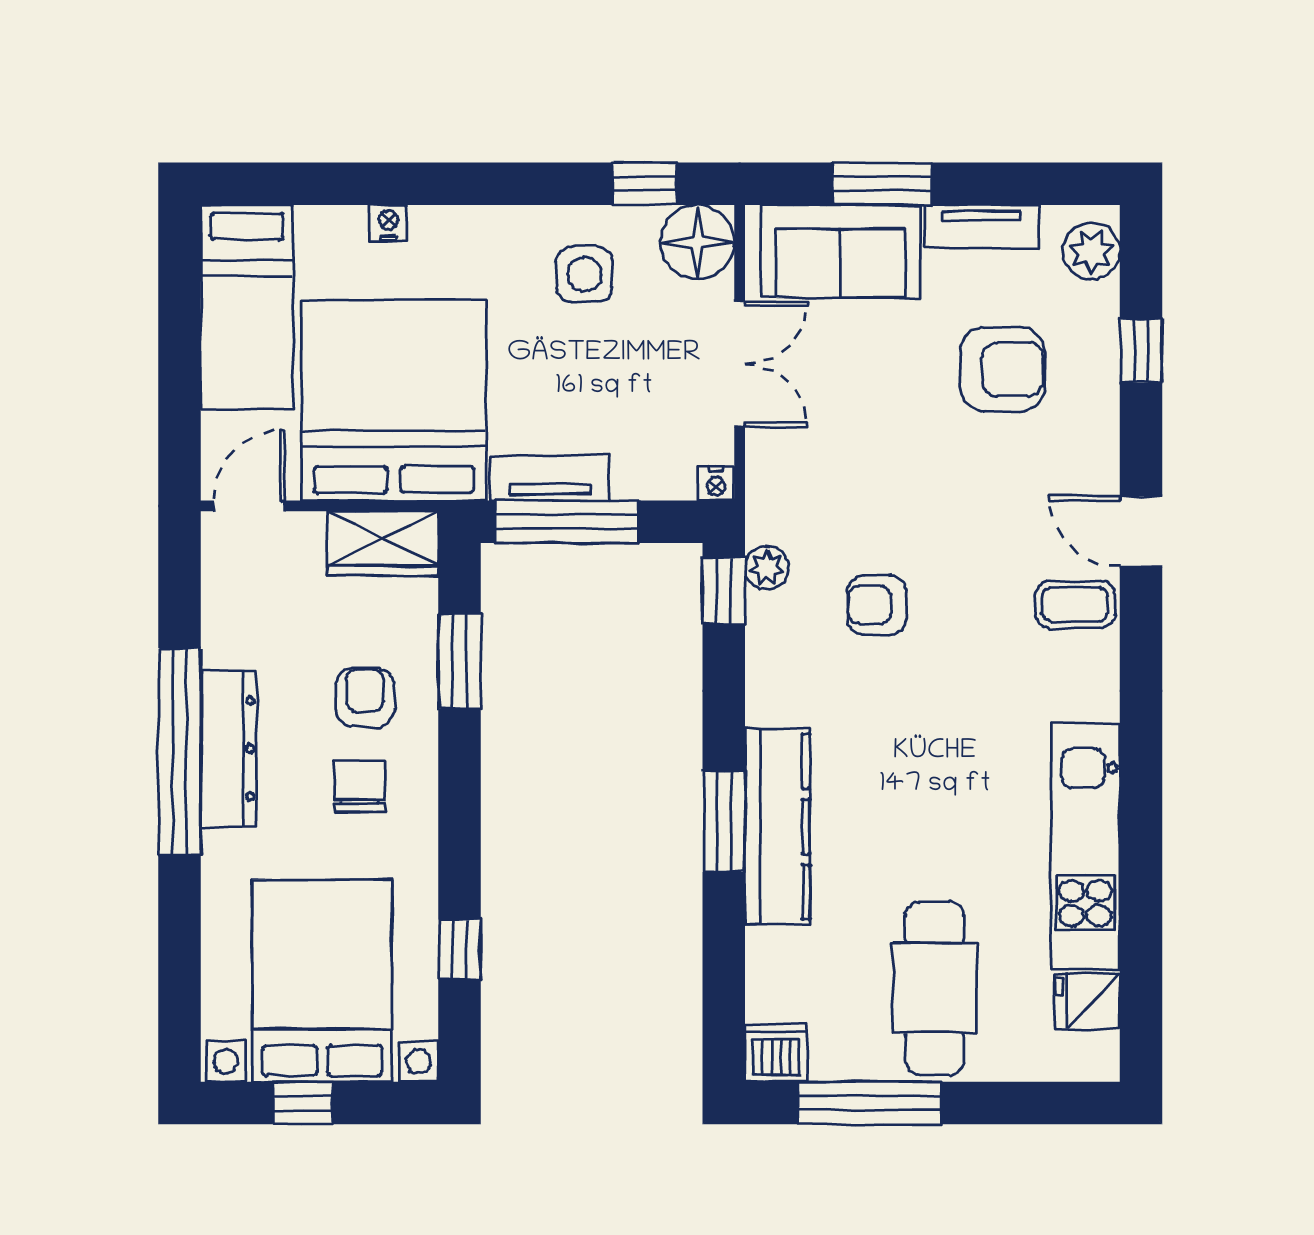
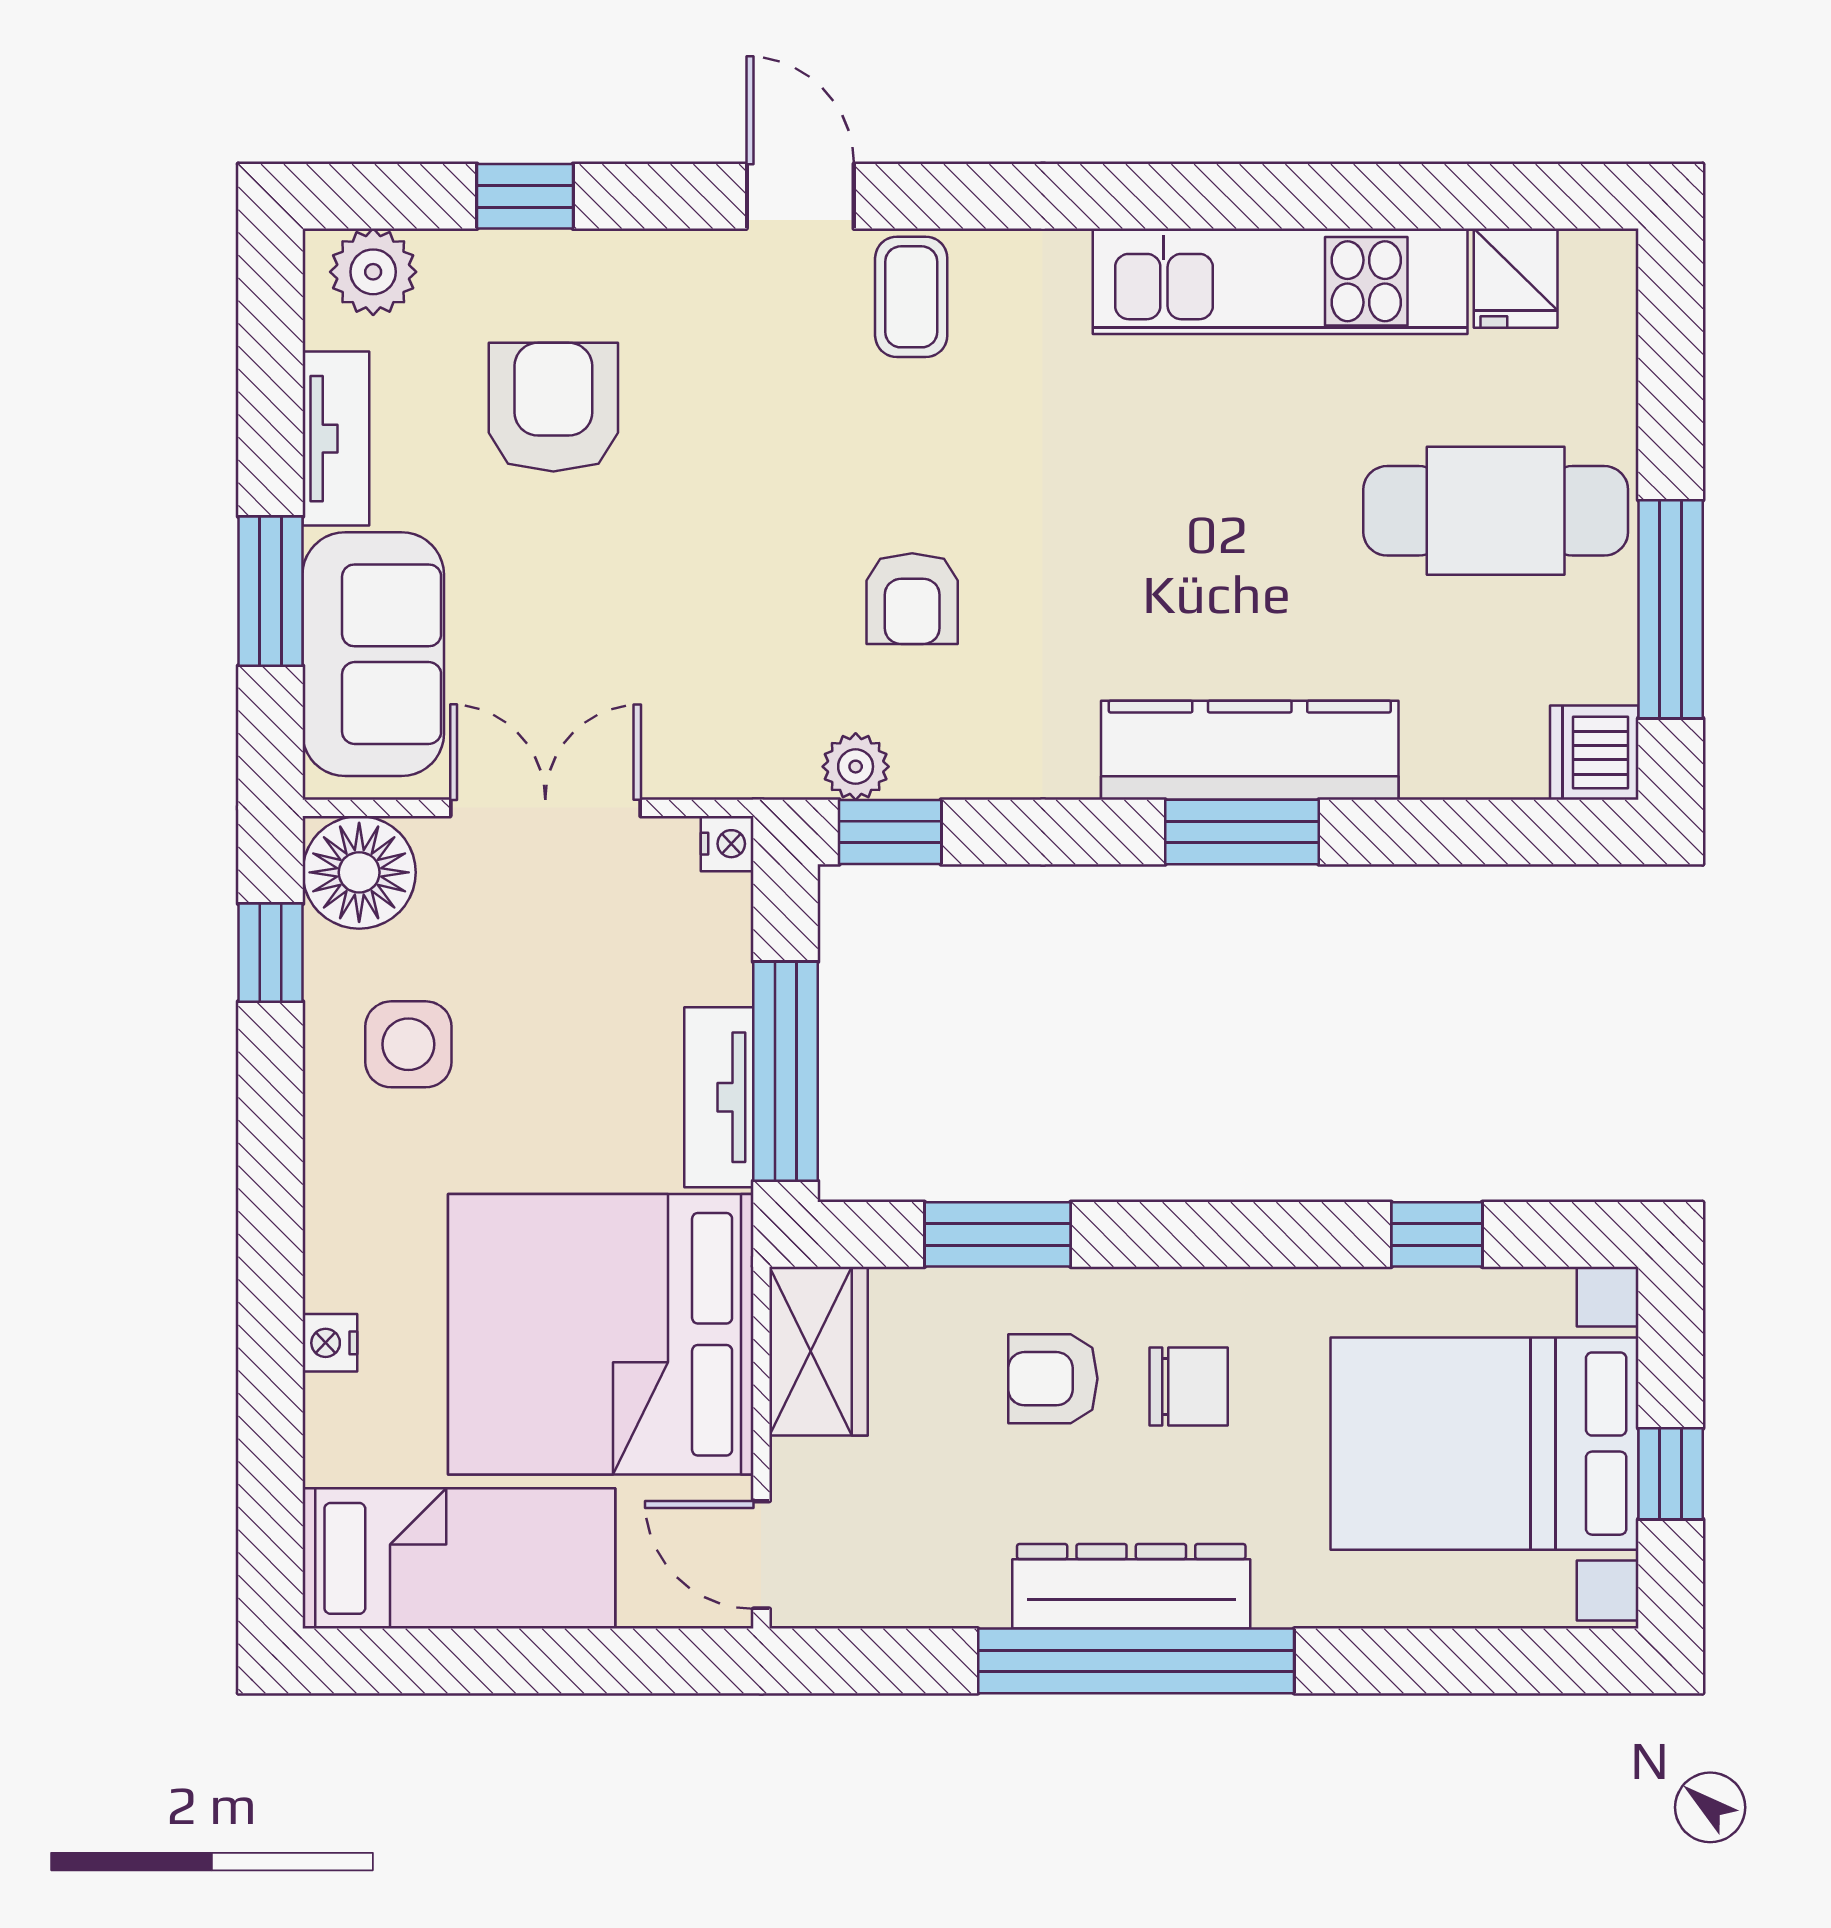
door: (1141, 531) -> (800, 196), swing flipped
chair: (360, 786) -> (1189, 1386), turned 180

